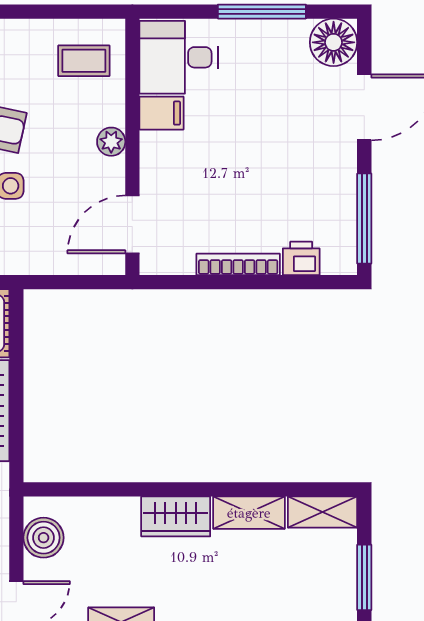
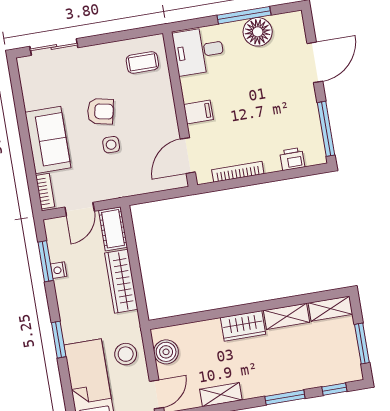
floor lamp: (334, 42) -> (258, 32), moved
filing cabinet: (161, 113) -> (198, 112), moved
plant: (111, 142) -> (167, 108), removed
bookcase: (238, 264) -> (238, 172), moved

